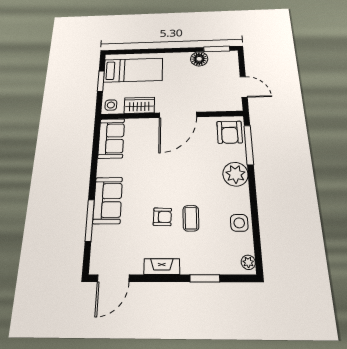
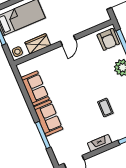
door: (178, 115) -> (68, 40), width x0.53
sofa: (111, 138) -> (35, 88), moved
armchair: (162, 217) -> (87, 114), removed

